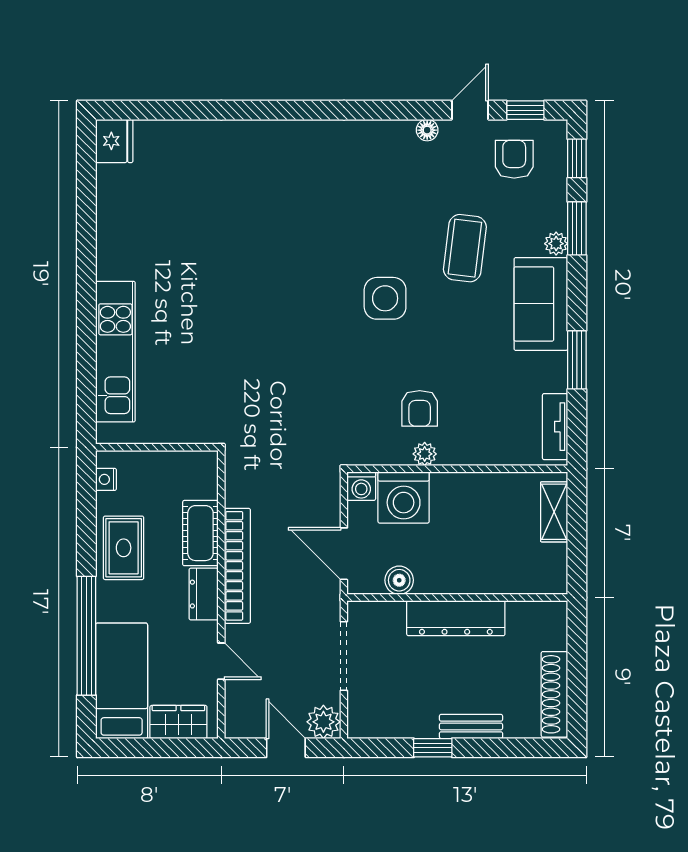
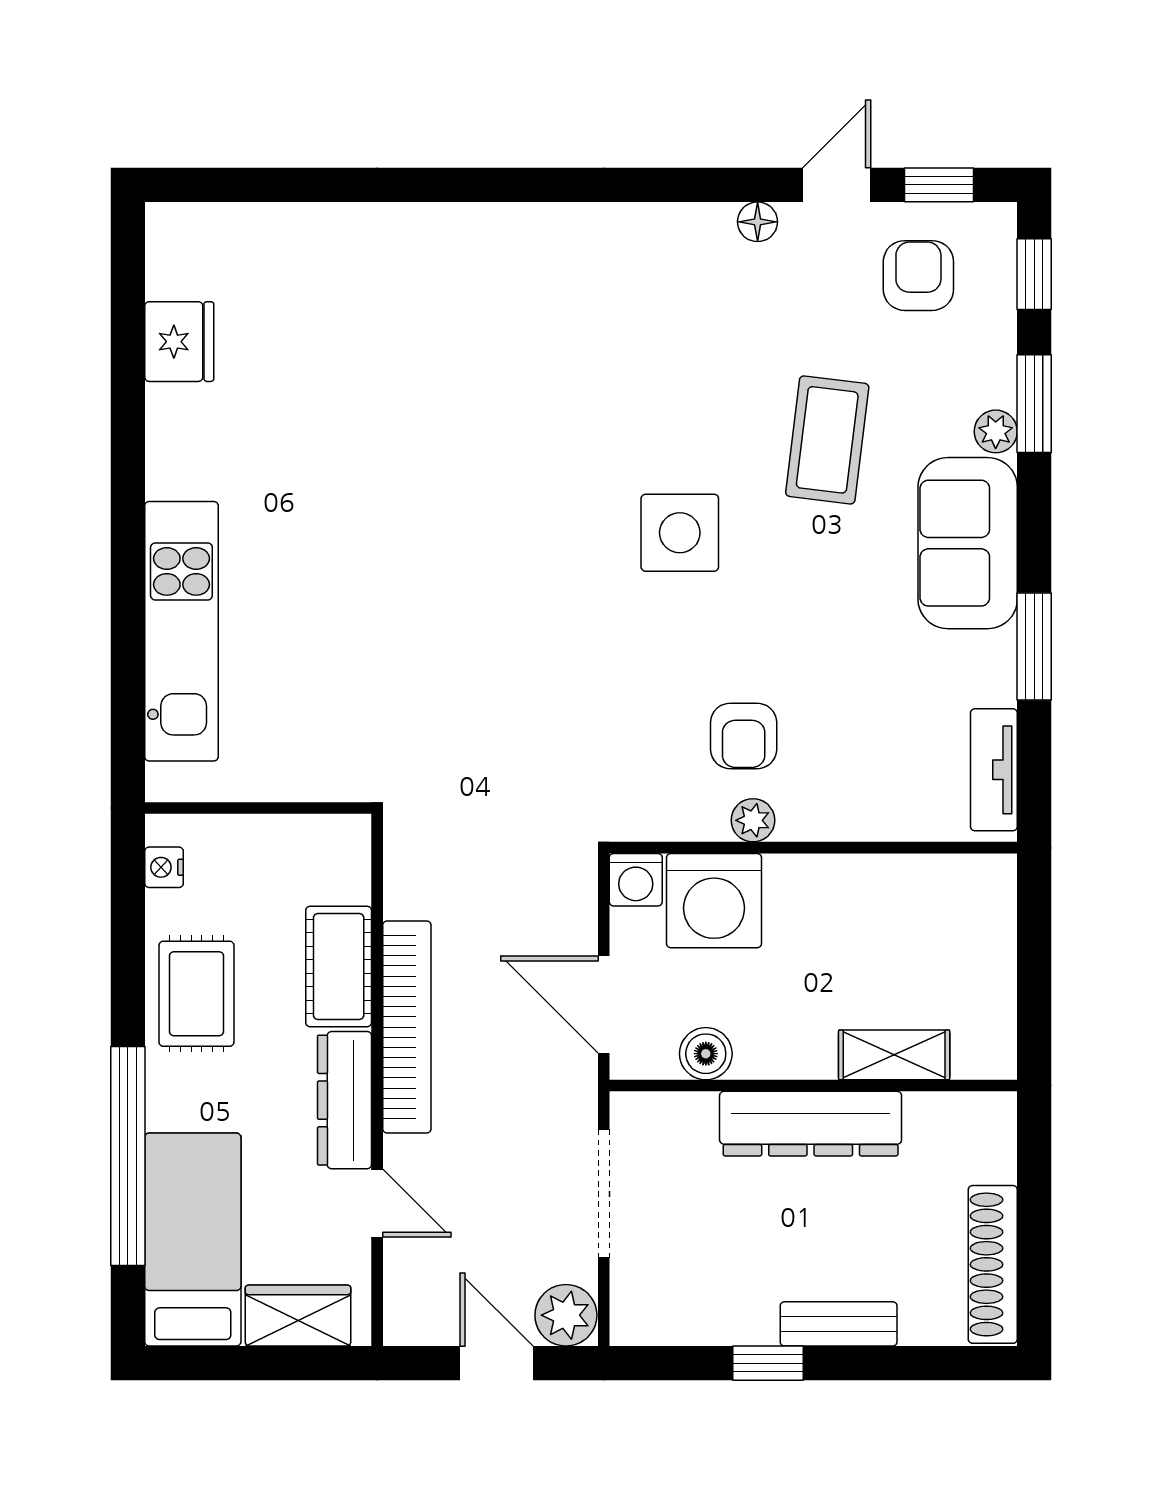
fridge: (114, 141) -> (179, 342), moved
shelving: (554, 512) -> (894, 1055), moved, turned 90
dresser: (204, 594) -> (345, 1100), width x1.44

